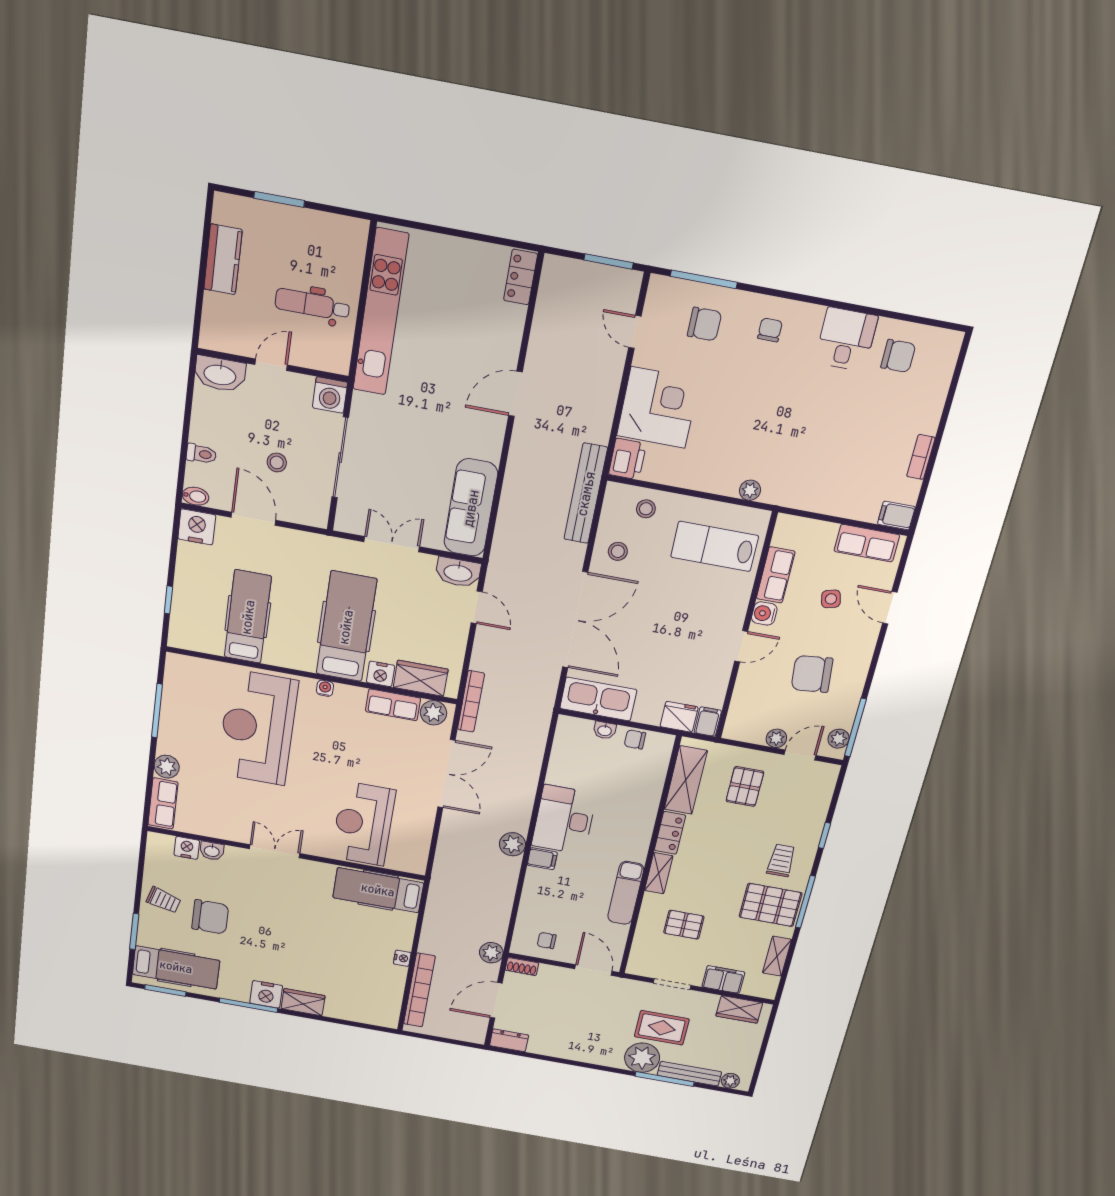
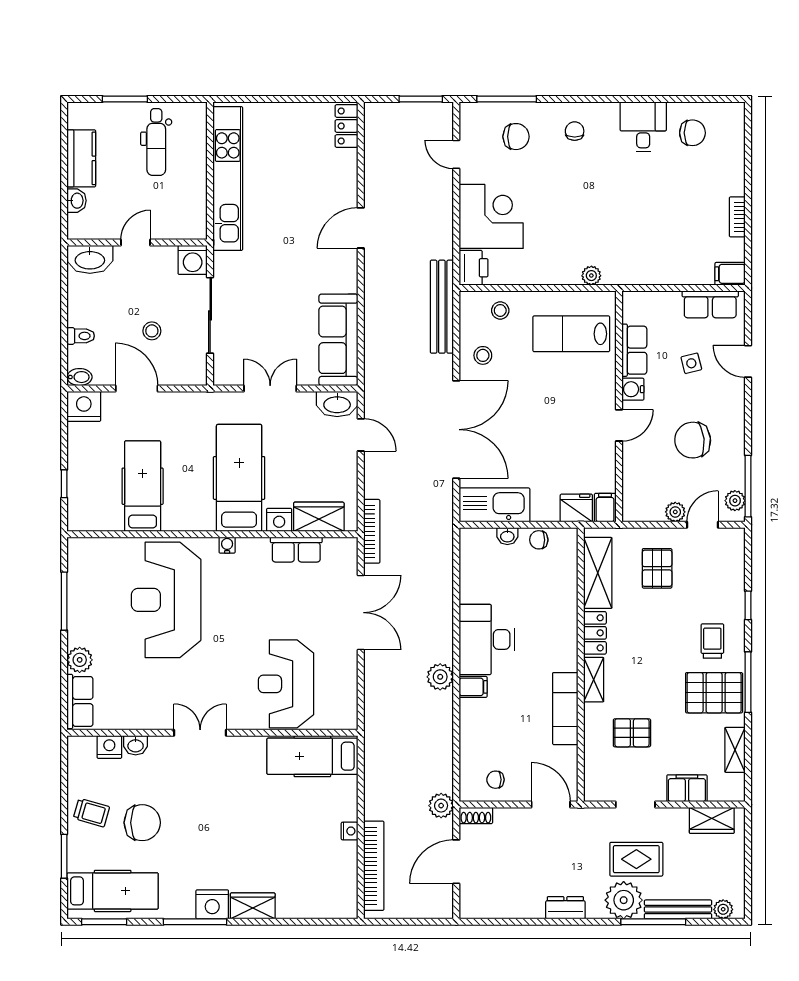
dental chair: (312, 305) -> (156, 142), moved, turned -90
washbasin: (213, 306) -> (77, 201), added
plant: (433, 713) -> (337, 550), removed
dresser: (509, 1040) -> (565, 908), moved

